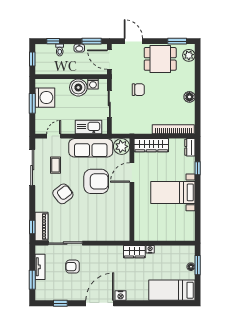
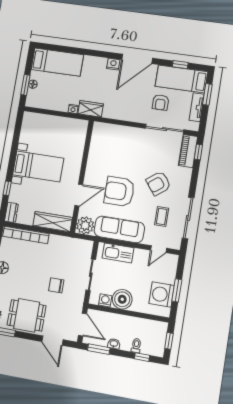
armchair: (73, 267) -> (160, 102), turned 90
bed: (57, 290) -> (181, 79), added

